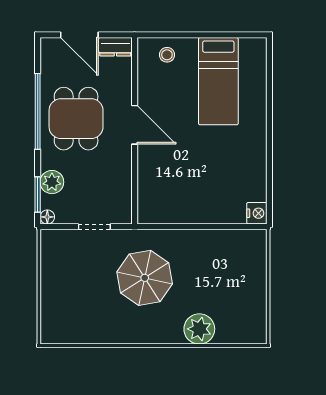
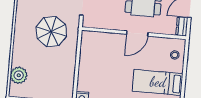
plant: (199, 329) -> (19, 75), moved

